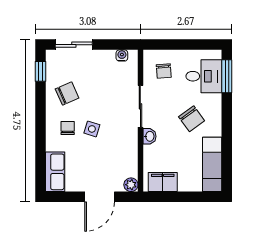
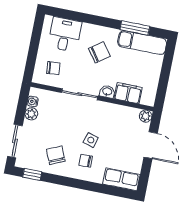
plant: (108, 57) -> (31, 114), added
window: (227, 76) -> (135, 28), moved
filing cabinet: (163, 182) -> (128, 93), moved, turned 90

